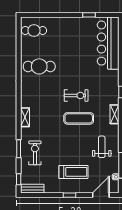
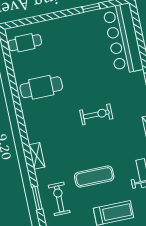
exercise mat: (79, 118) -> (94, 177), moved

